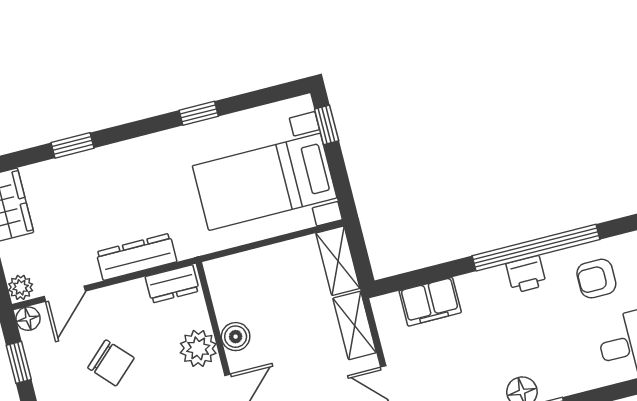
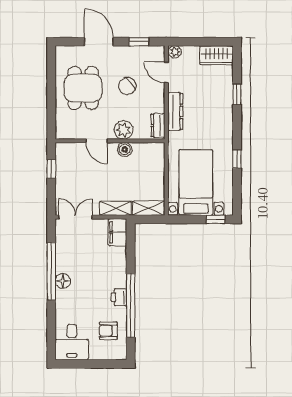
armchair: (596, 279) -> (108, 331), turned -90
filing cabinet: (430, 302) -> (118, 232), moved
floor lamp: (28, 319) -> (159, 52), removed

